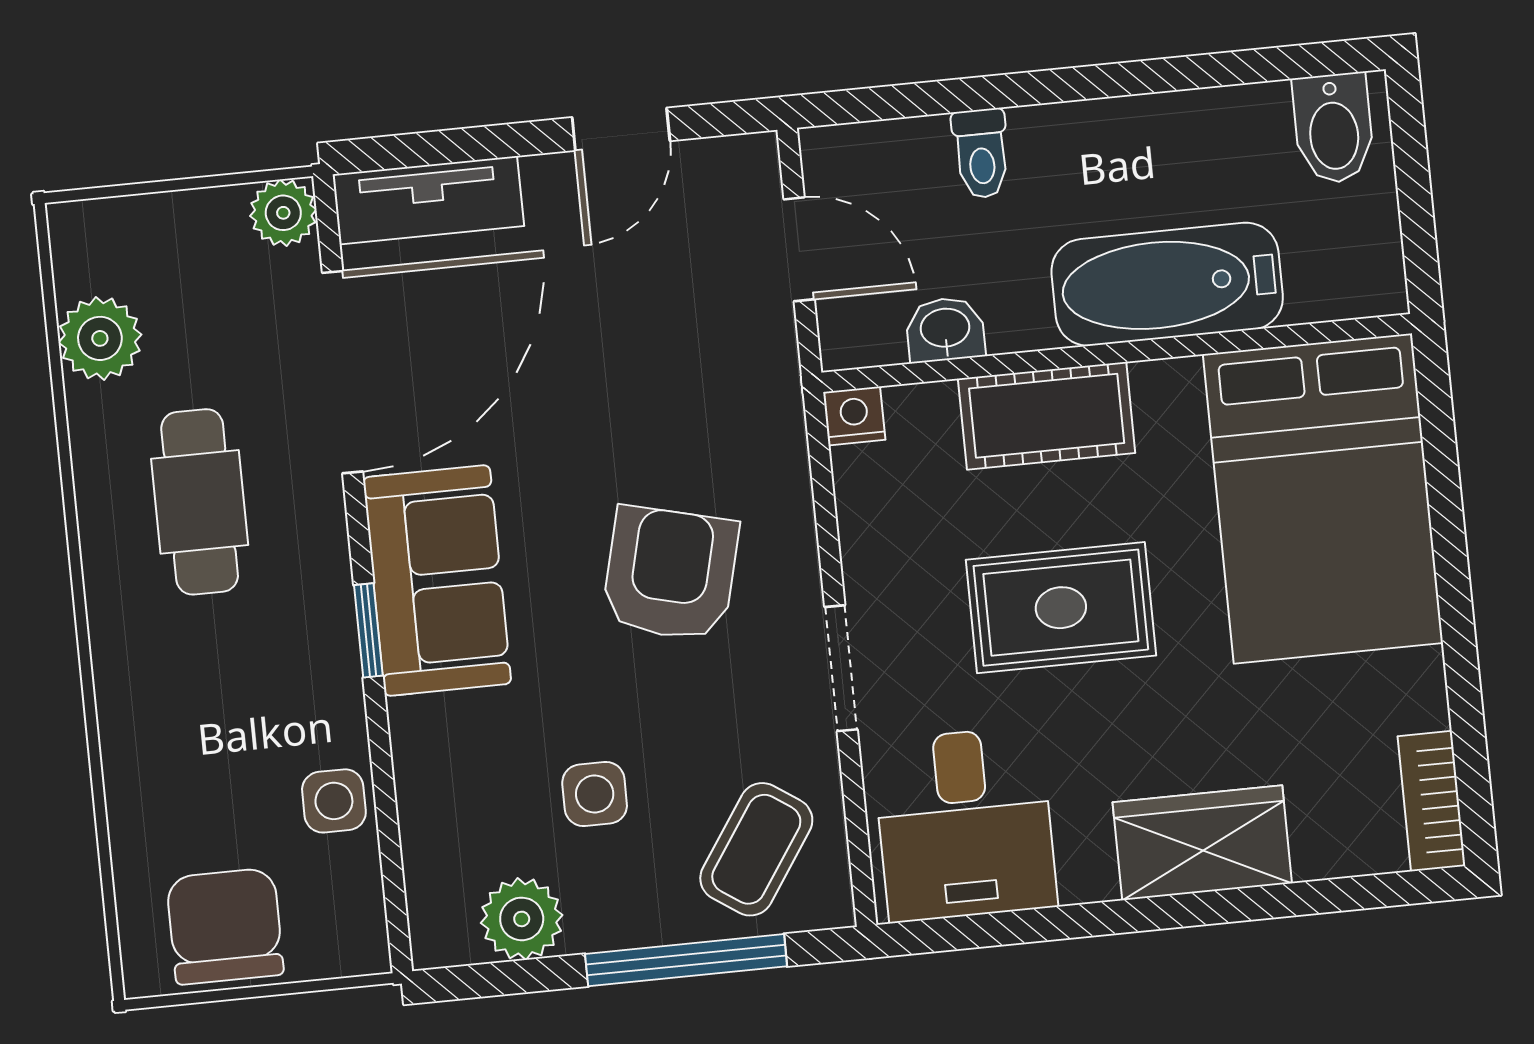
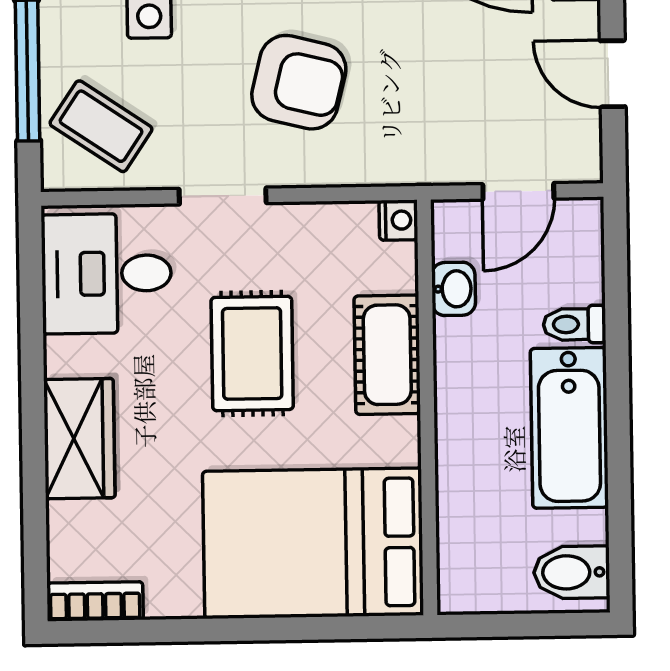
bathtub: (1167, 284) -> (569, 428), moved, turned 180

